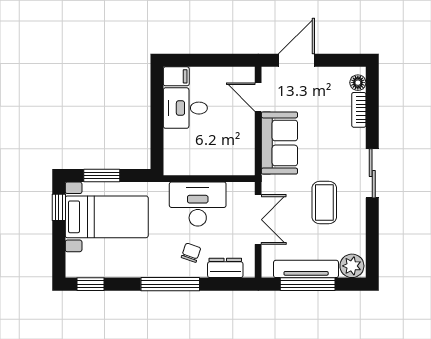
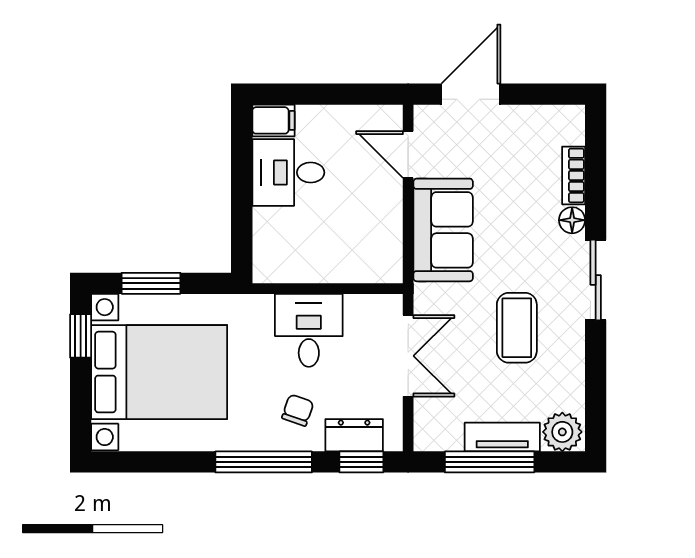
floor lamp: (358, 83) -> (572, 220), moved
desk: (198, 204) -> (309, 330), width x0.73
bed with nightstands: (107, 217) -> (159, 372), width x1.36
tv unit: (306, 269) -> (502, 437), width x0.71
window: (91, 284) -> (361, 462), moved

